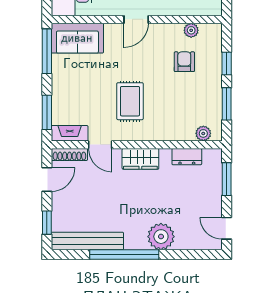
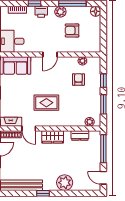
rug: (130, 101) -> (46, 103), turned 90
window: (227, 179) -> (103, 149), width x1.44
window: (124, 255) -> (43, 193), width x0.32

